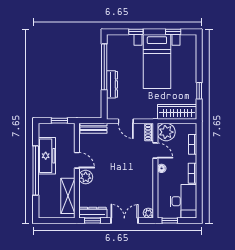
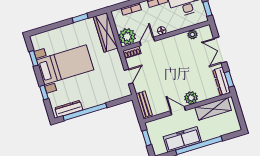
dresser: (112, 84) -> (69, 109), moved
door: (77, 160) -> (178, 111), hinge flipped
plant: (148, 213) -> (193, 34), moved

